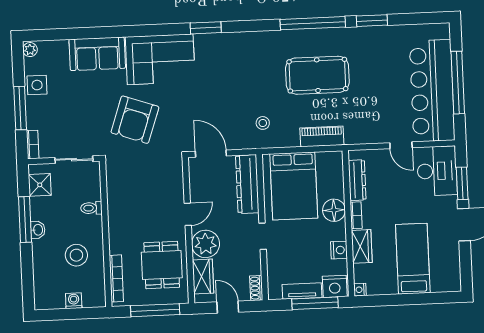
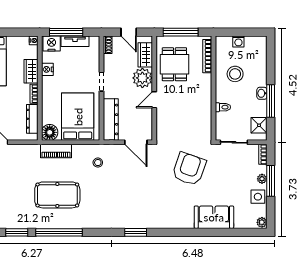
corner sofa: (160, 59) -> (169, 211), removed
plant: (32, 110) -> (262, 179), added
floor lamp: (334, 210) -> (50, 132), moved

